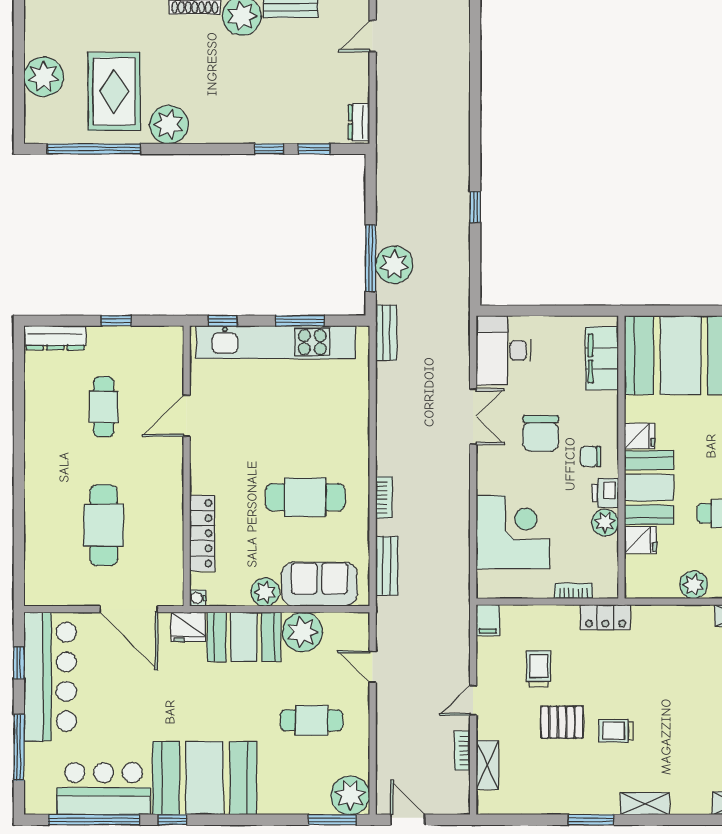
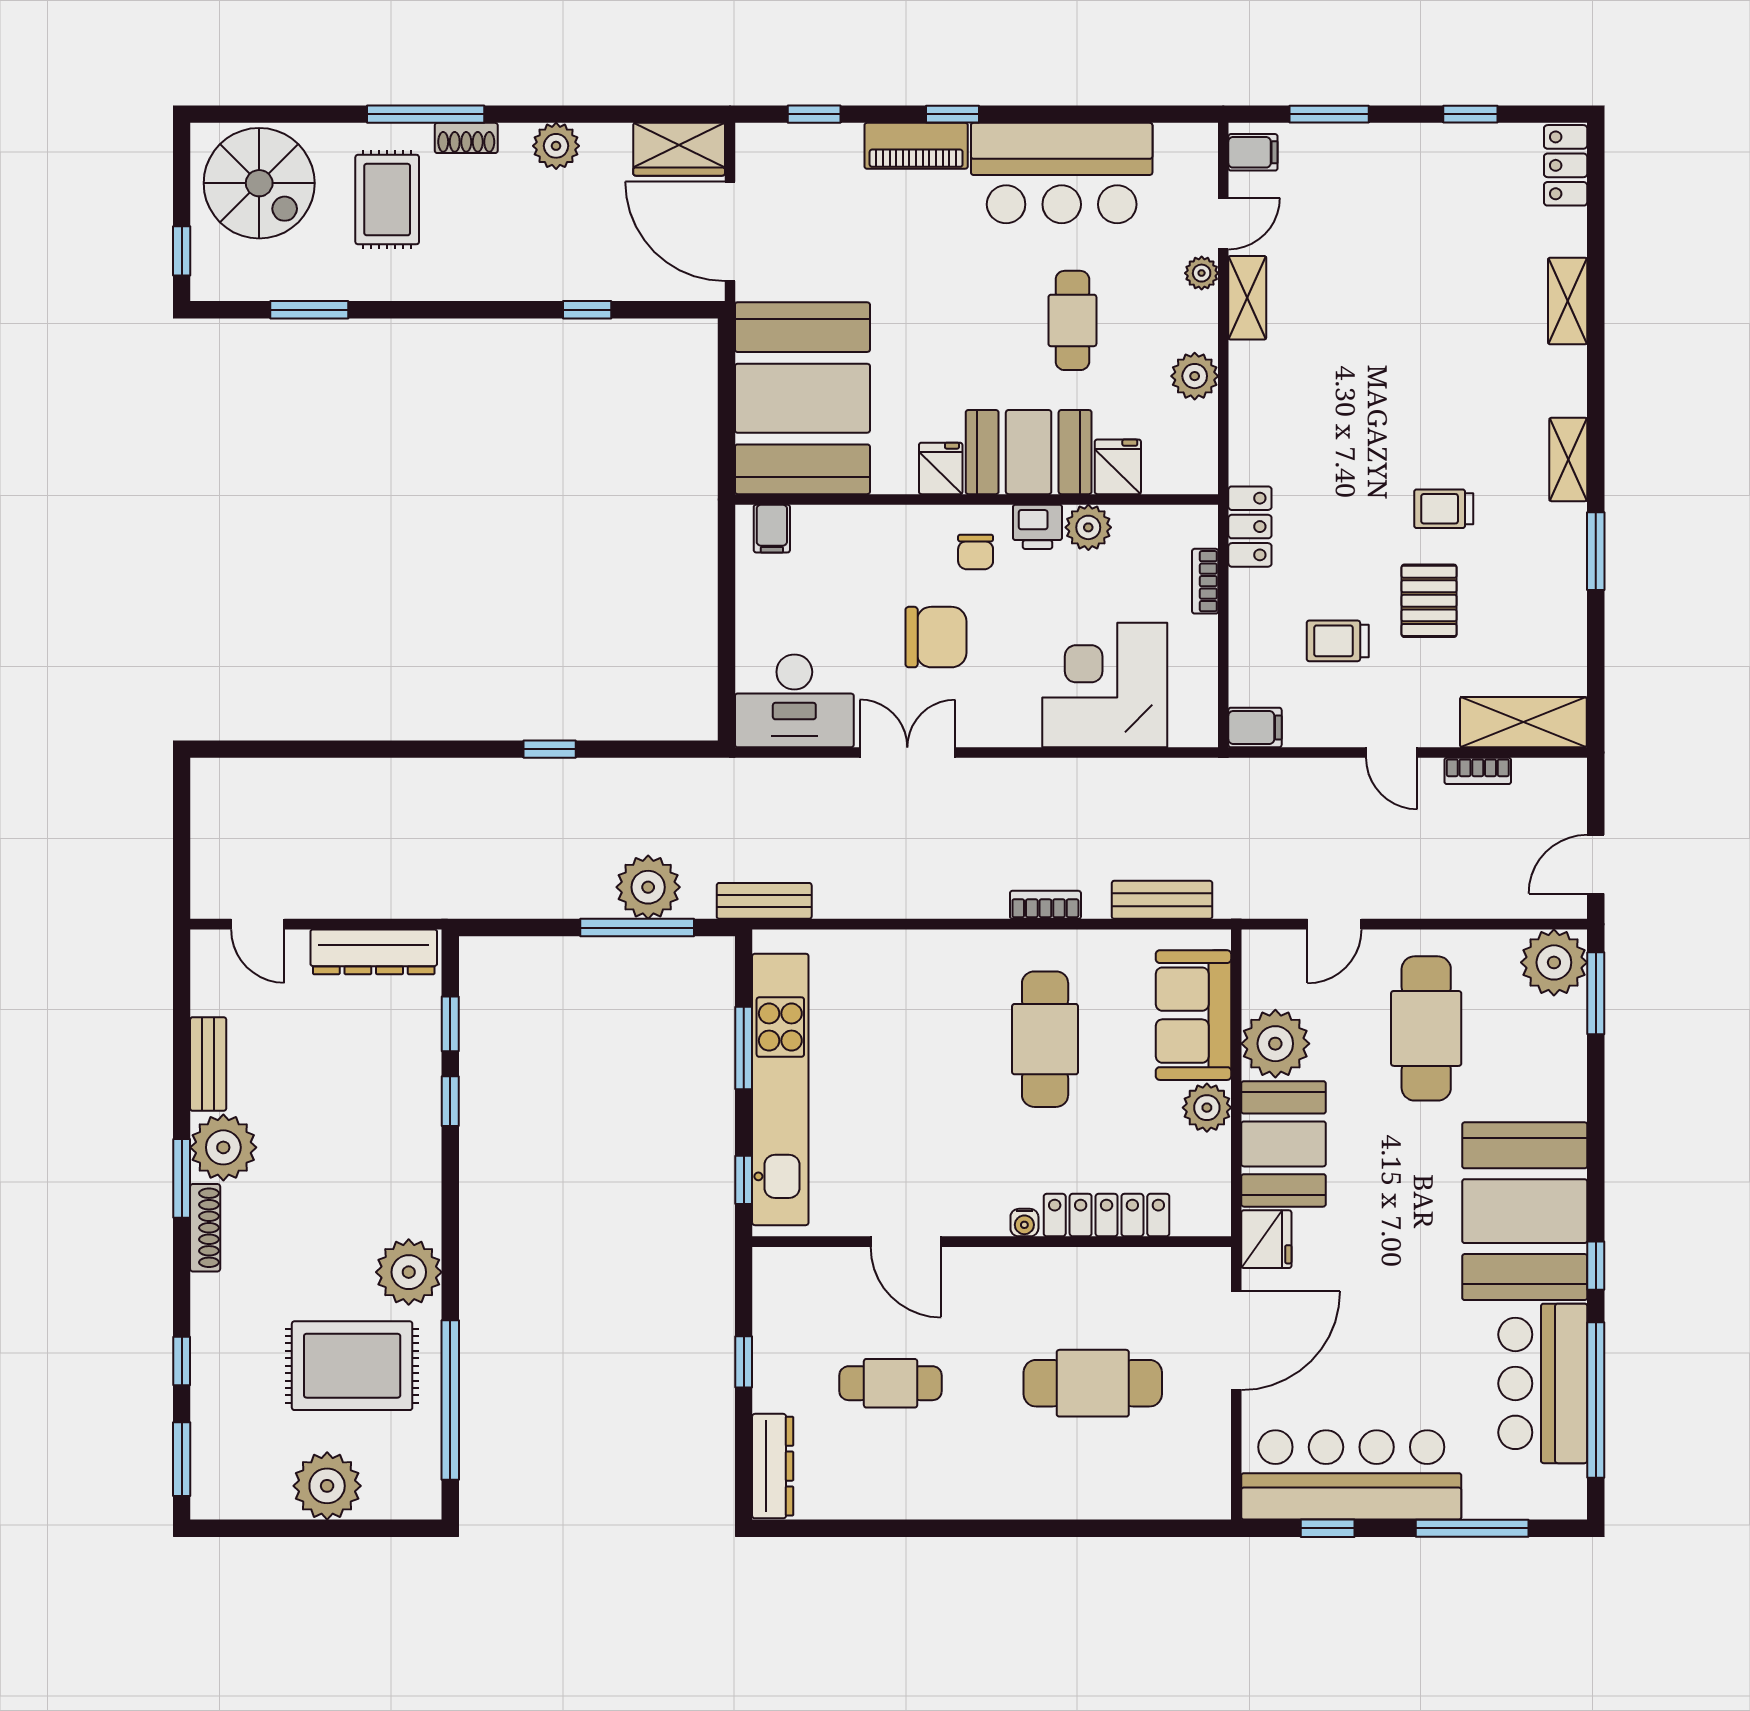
dresser: (359, 122) -> (374, 952), width x1.96, depth x1.24
filing cabinet: (602, 358) -> (772, 529), width x0.33, depth x0.86
water cooler: (198, 598) -> (1024, 1223), moved
cafe table: (312, 720) -> (1426, 1028), width x1.37, depth x1.35
trolley: (616, 731) -> (1444, 509), turned 90
shelving: (487, 765) -> (1523, 722), width x1.50, depth x1.33

